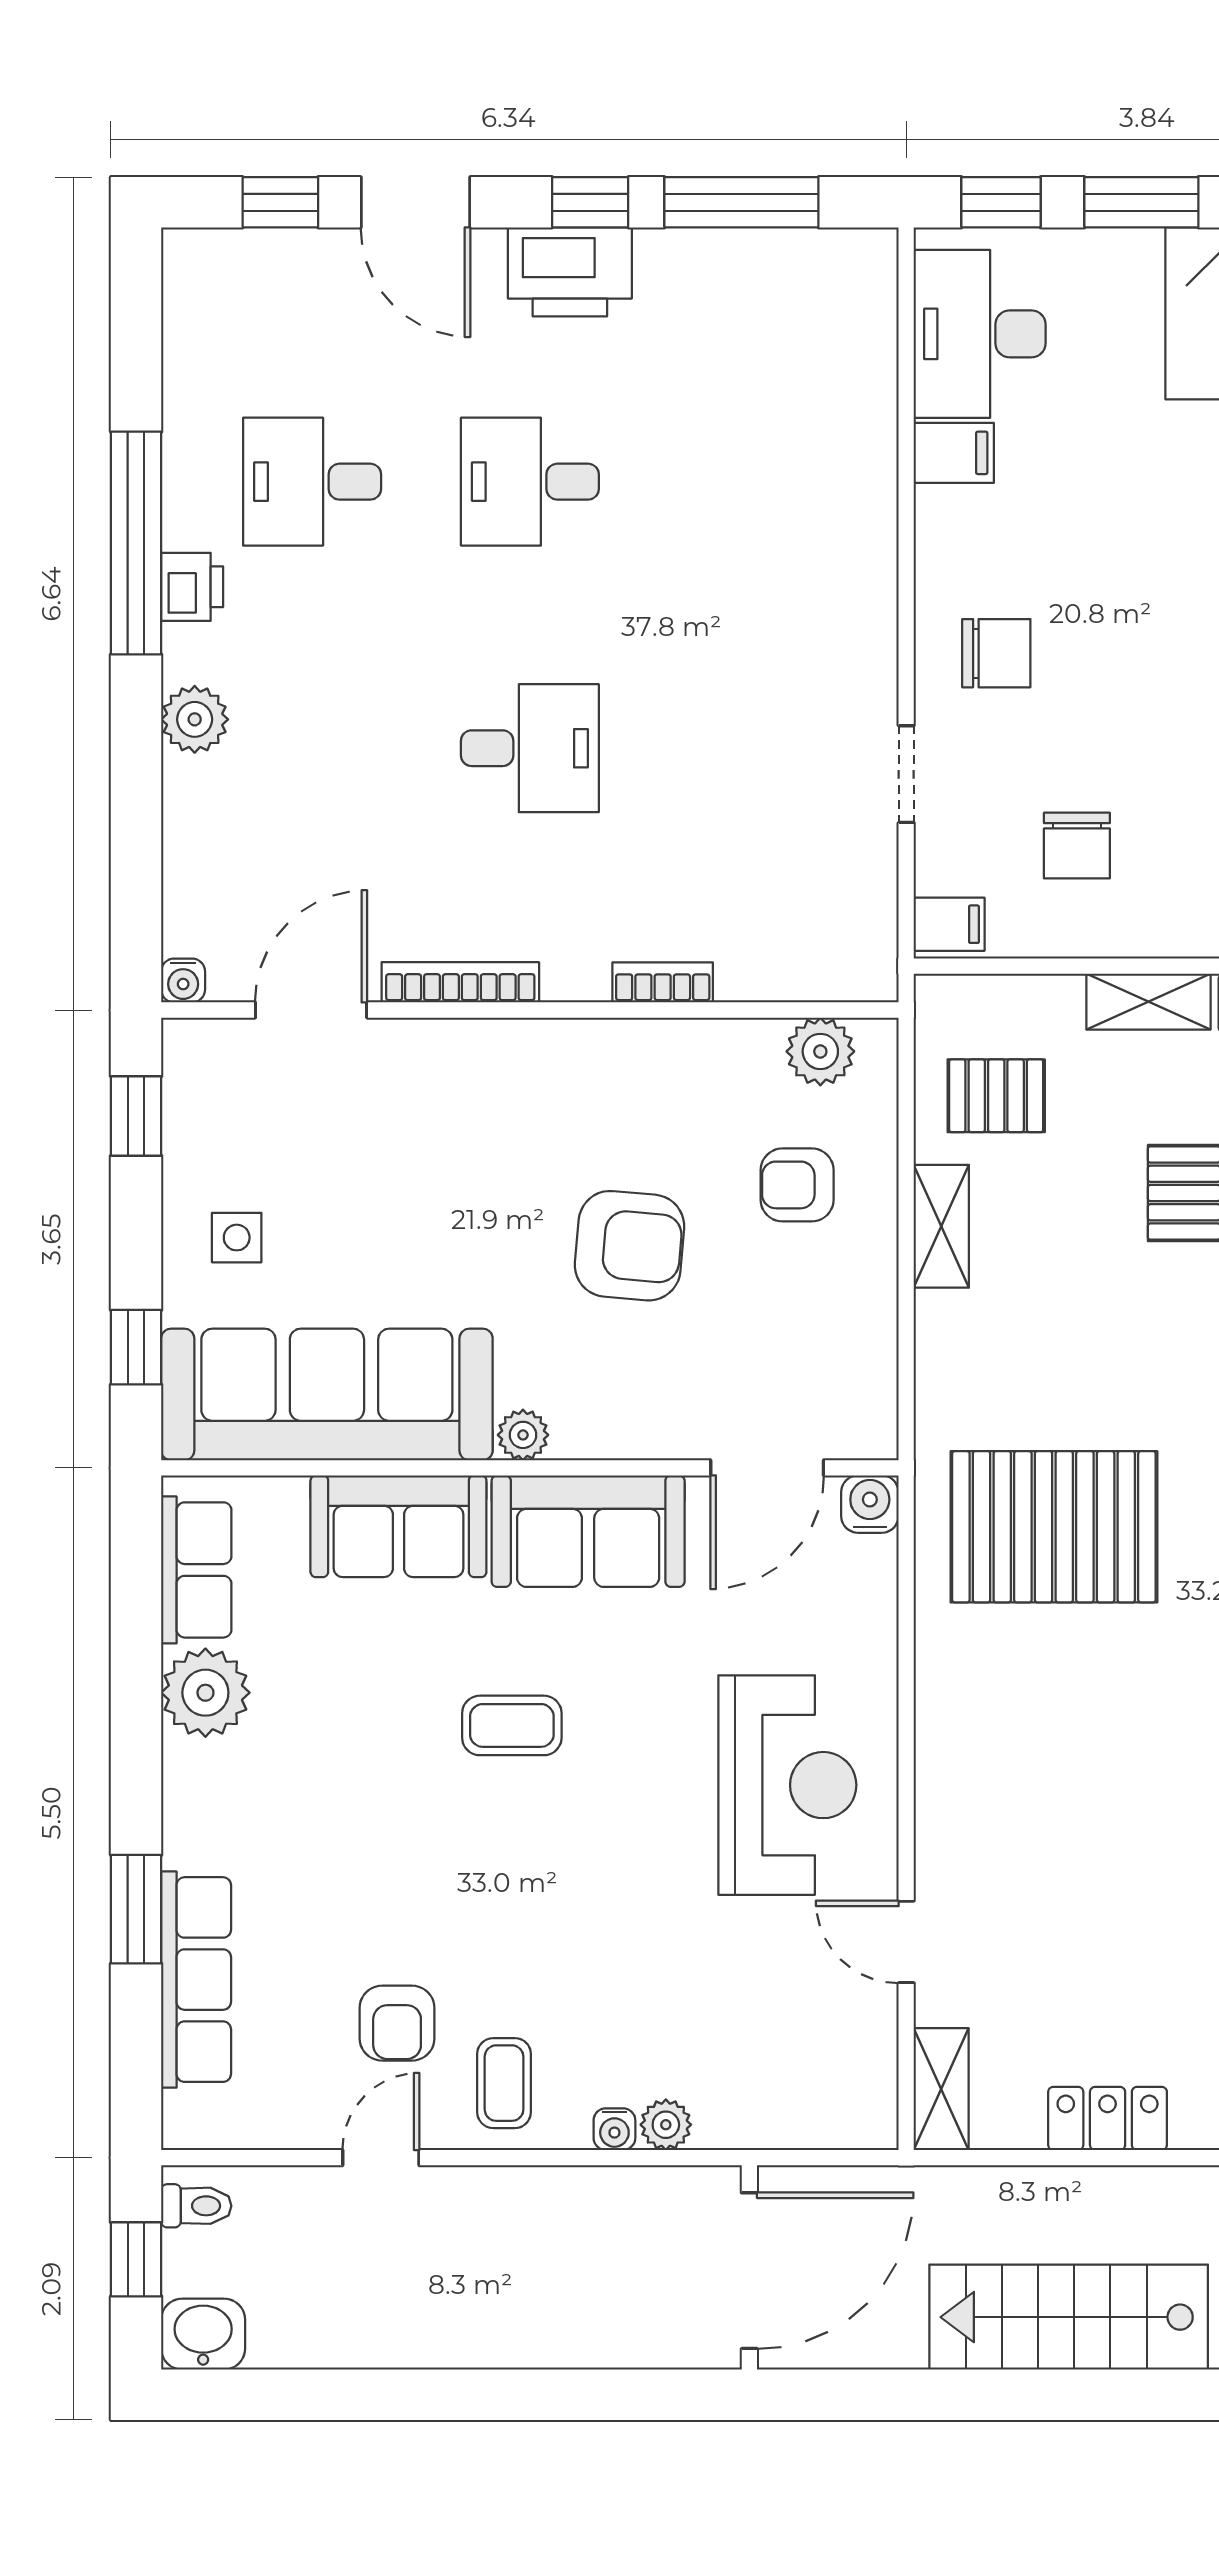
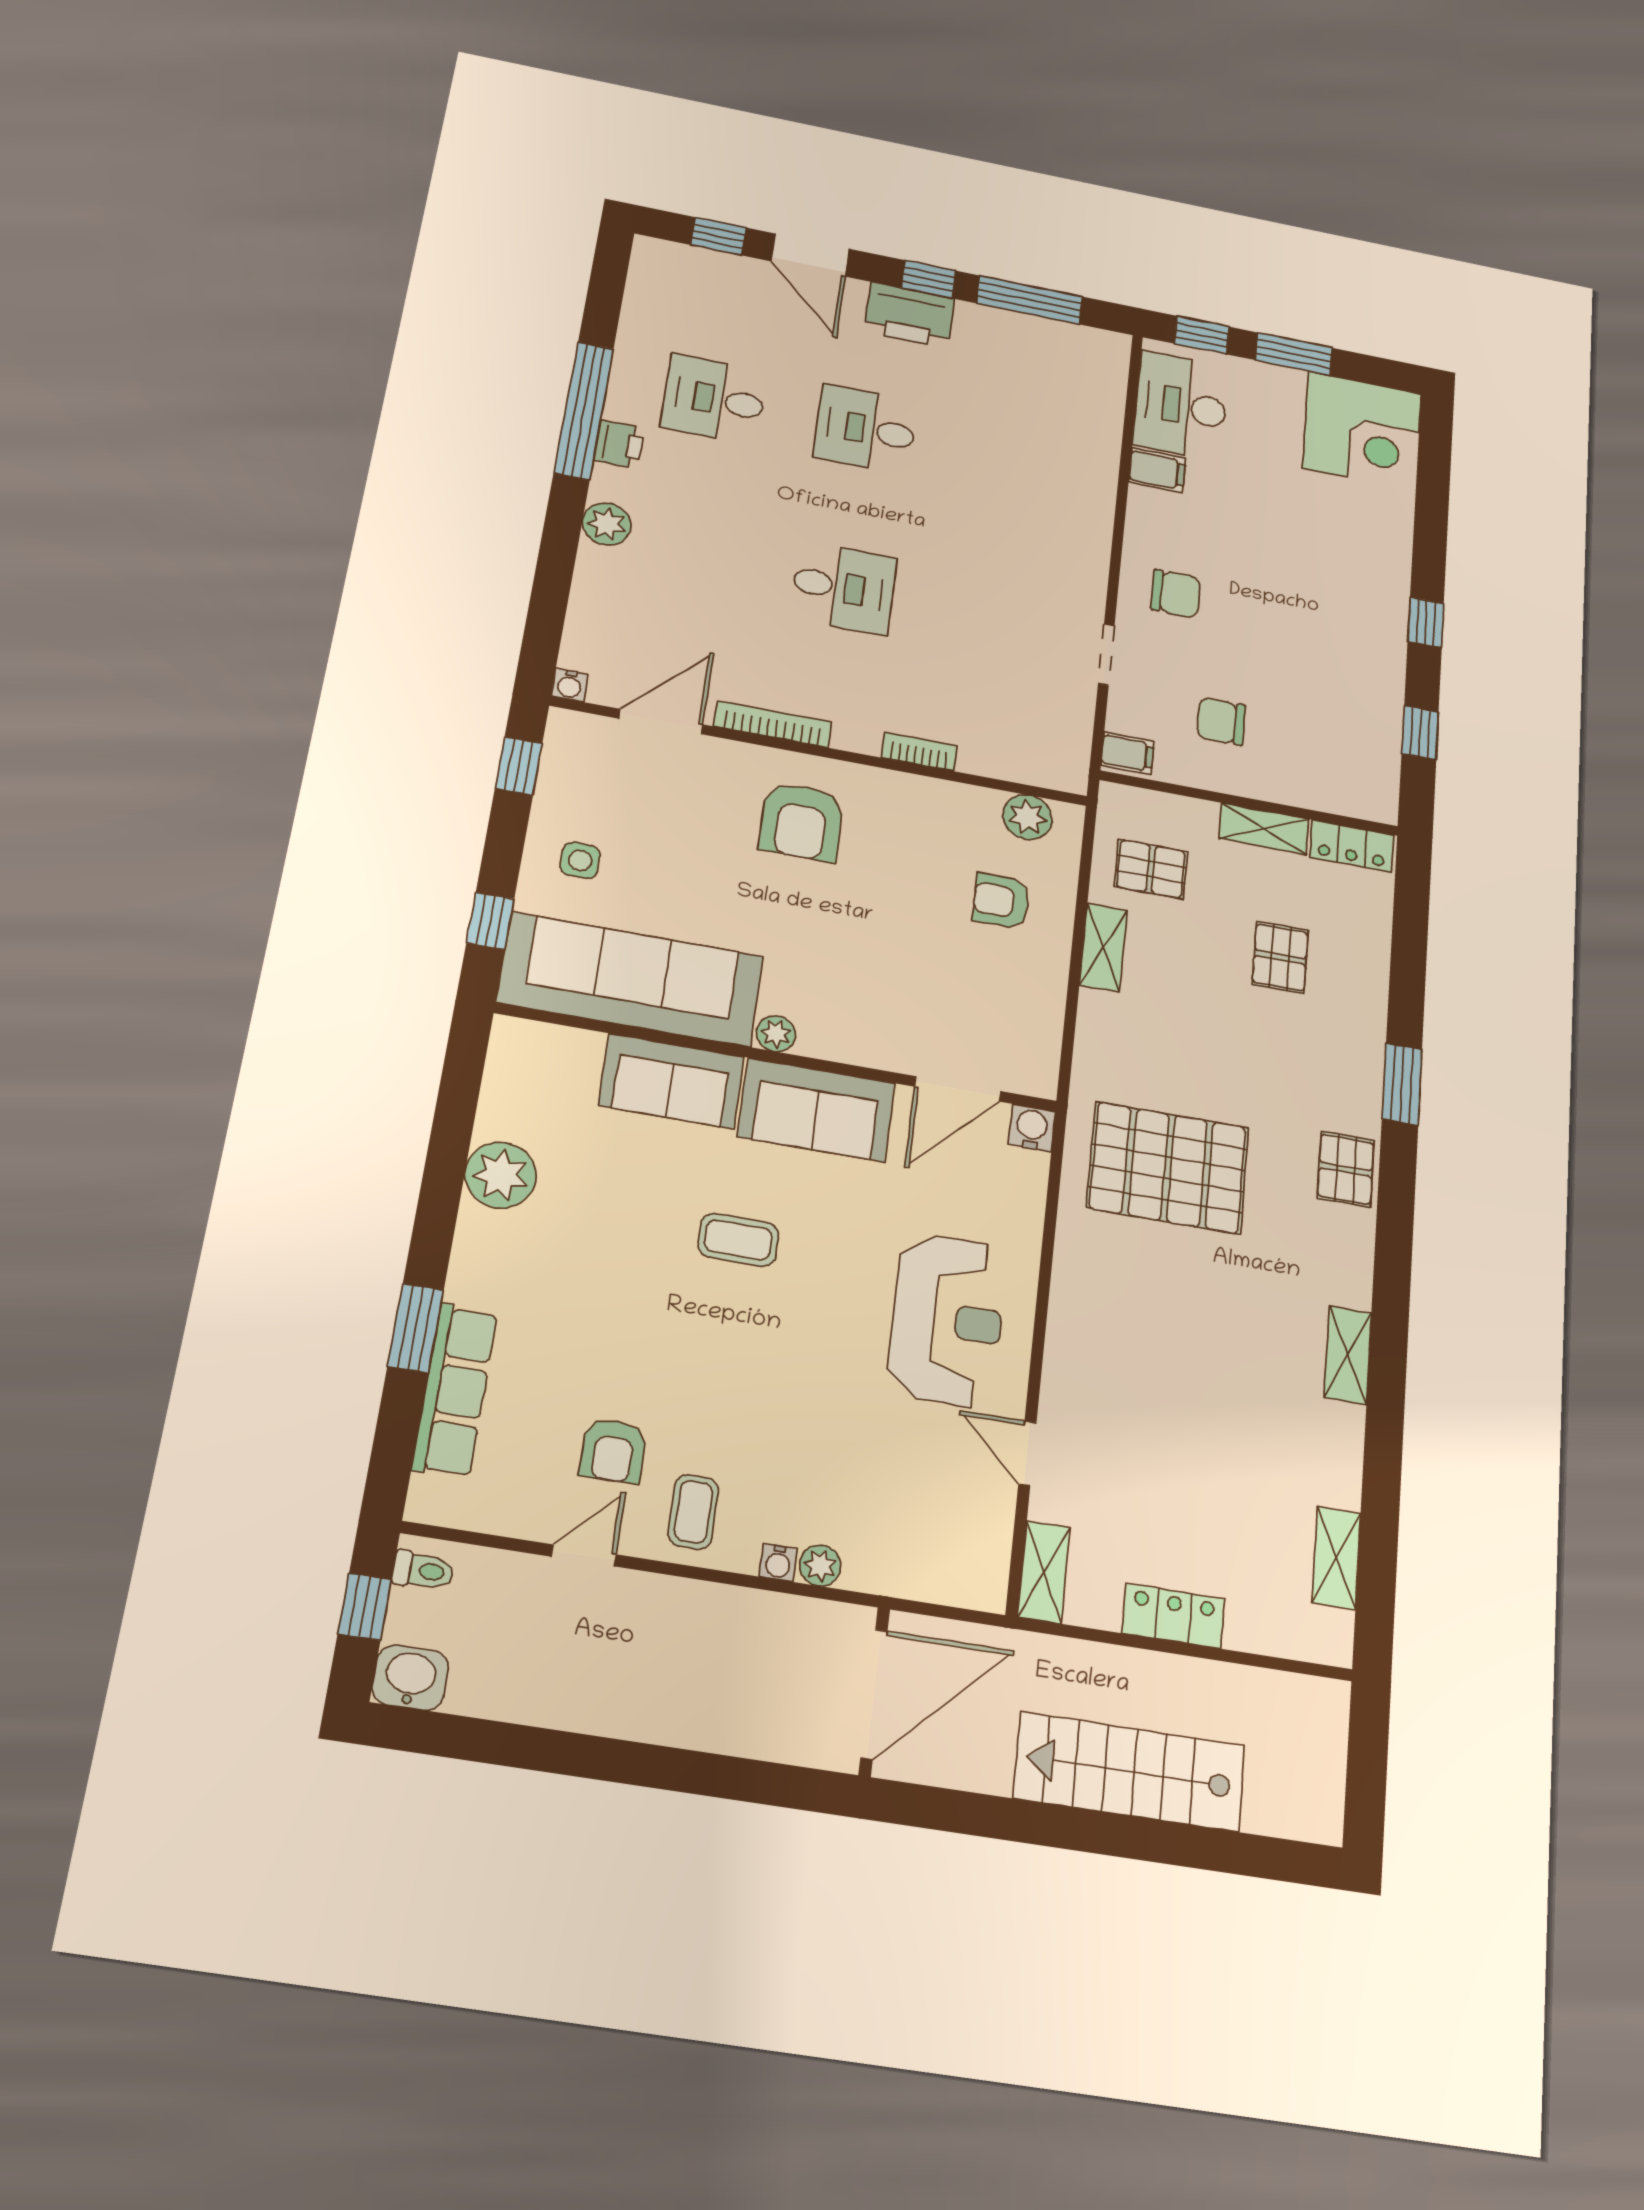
chair: (1077, 846) -> (1221, 721), turned 90
armchair: (630, 1246) -> (801, 822), moved, turned 85
row of seats: (196, 1570) -> (509, 1085), removed

